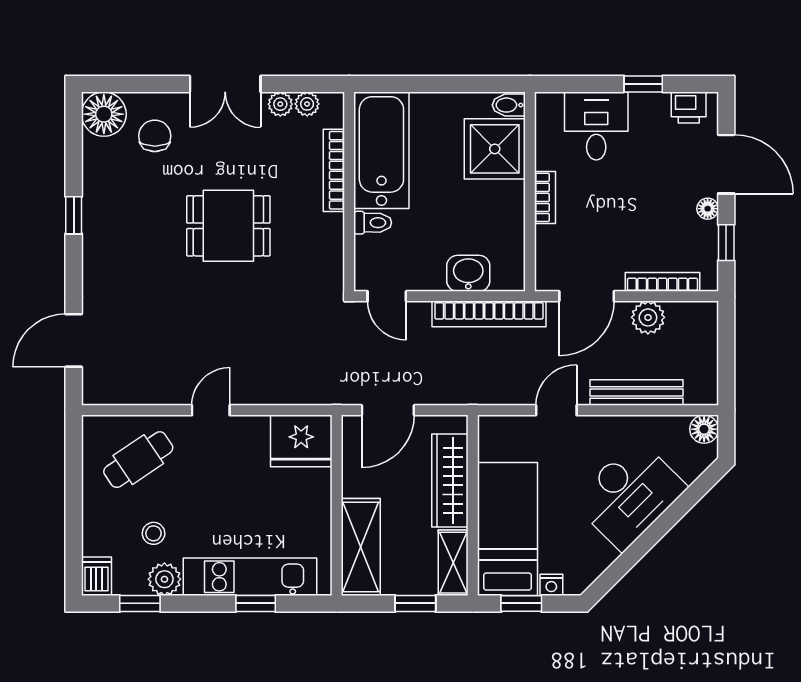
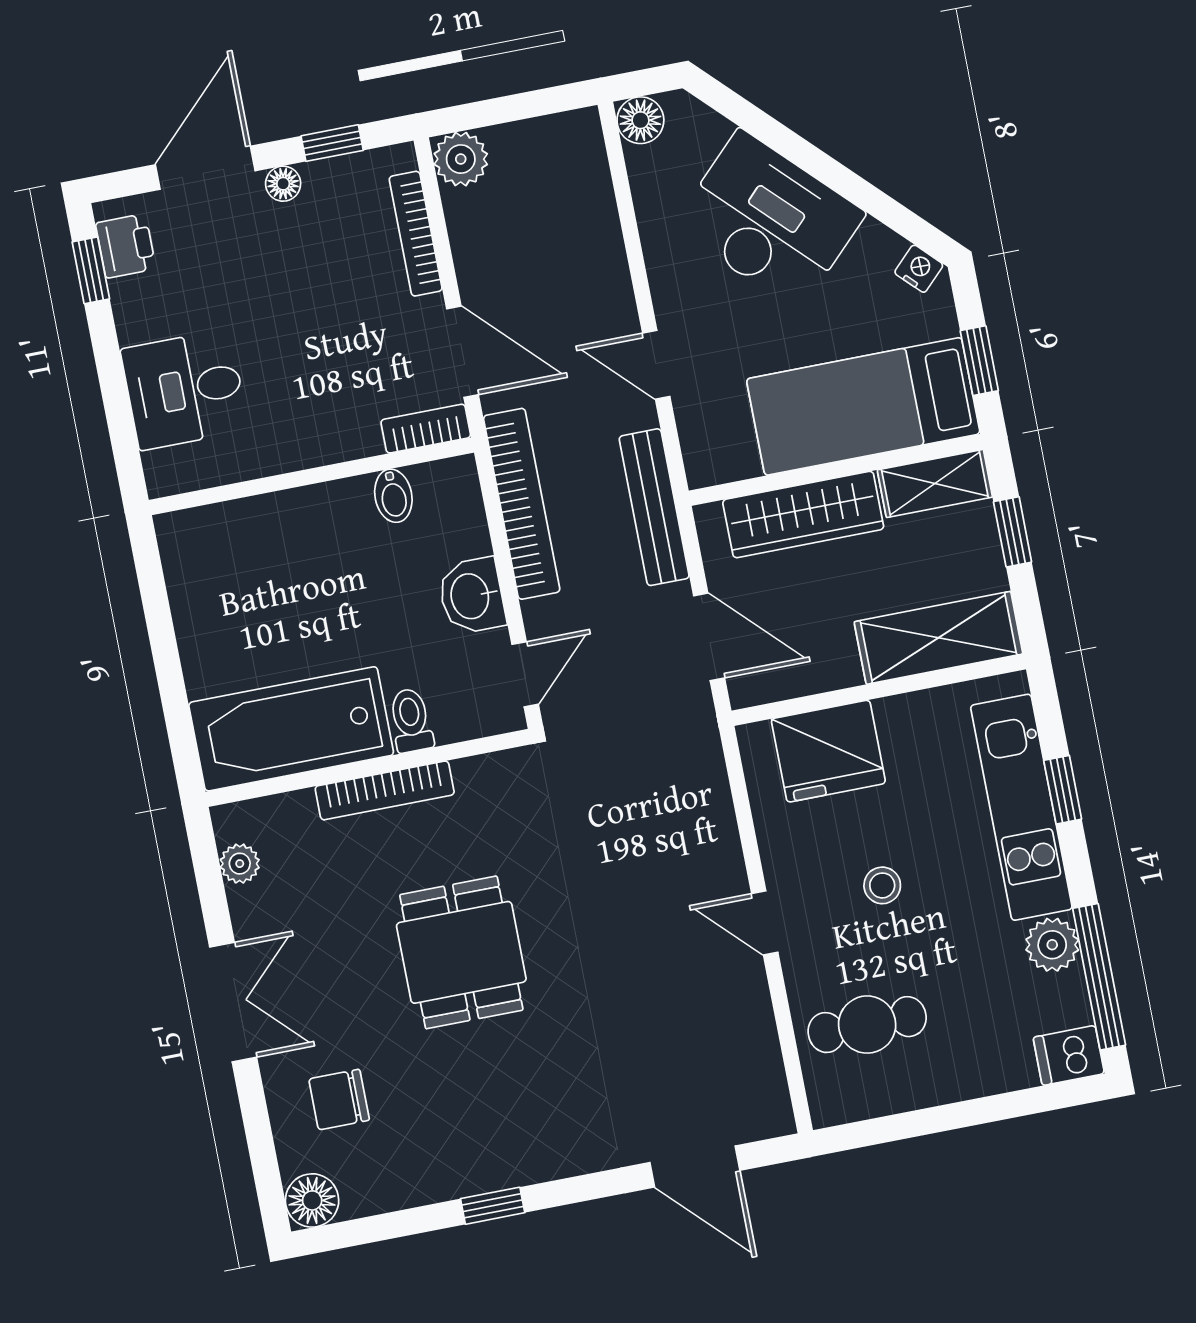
window: (643, 84) -> (91, 270), moved
plant: (280, 104) -> (248, 907), removed
bidet: (509, 105) -> (393, 496), moved
floor lamp: (104, 114) -> (312, 1200), width x0.73, depth x0.73
shower: (495, 149) -> (253, 546), removed
bookcase: (334, 170) -> (385, 790), moved
bookcase: (545, 197) -> (426, 429), moved
washbasin: (468, 273) -> (472, 596), moved
plant: (648, 317) -> (461, 159), moved
bench: (637, 393) -> (654, 507), moved
fridge: (301, 441) -> (828, 751), moved, turned 90
cafe table: (138, 460) -> (867, 1025), turned -56
stool: (154, 533) -> (882, 885), moved
nightstand: (551, 585) -> (919, 269), moved, turned -45
window: (140, 603) -> (1099, 977), width x2.17

